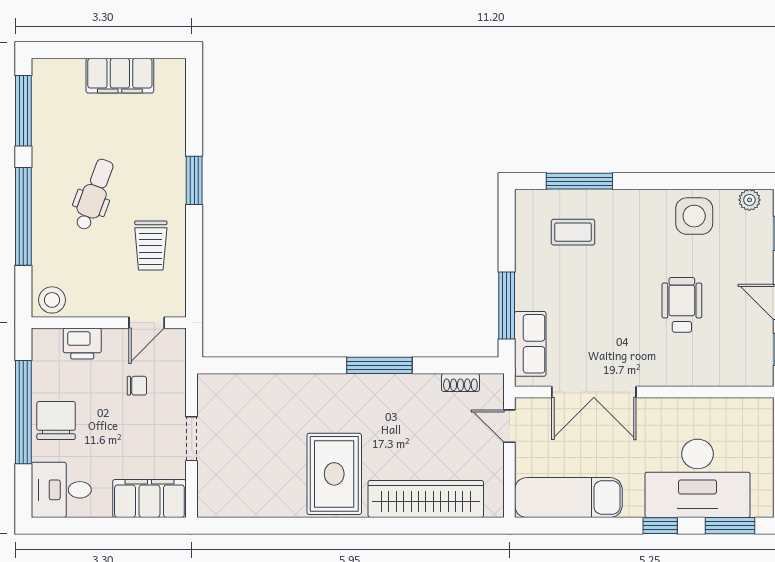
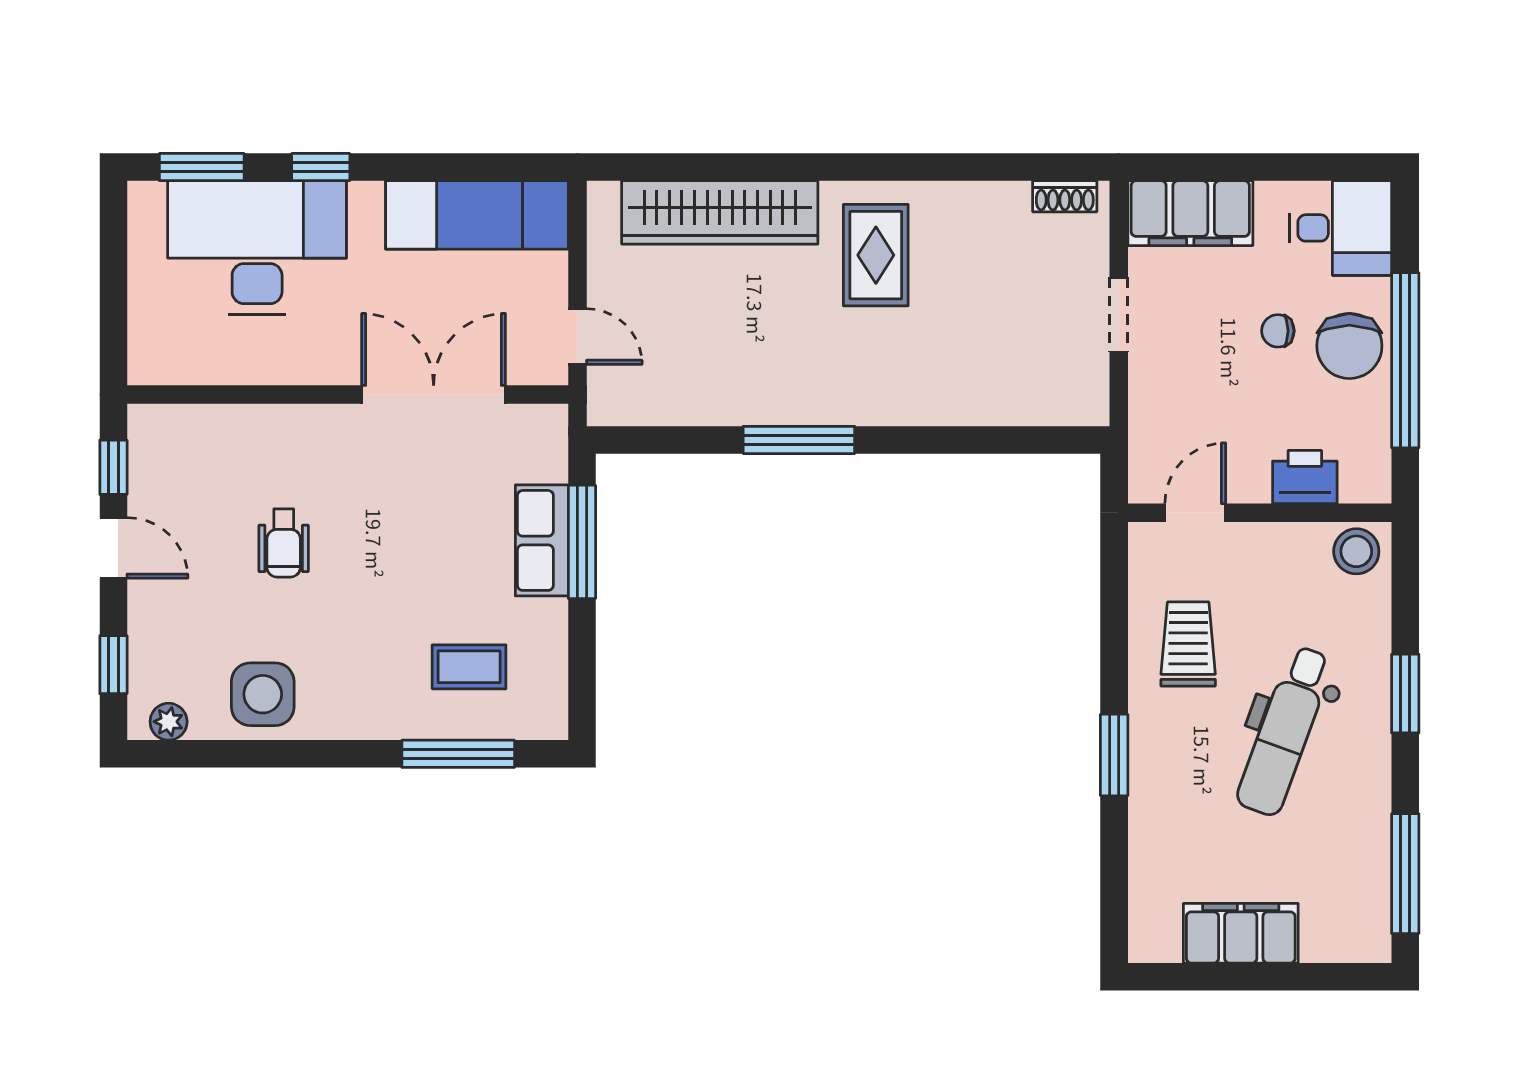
dental chair: (94, 194) -> (1285, 731), width x1.36, depth x1.38
window: (23, 216) -> (1405, 694), width x0.47
wheelchair: (682, 305) -> (284, 543), width x0.73, depth x0.73
row of seats: (530, 344) -> (542, 540), moved
shoe rack: (460, 382) -> (1065, 196), moved, turned 180
chair: (137, 386) -> (1278, 331), moved
rug: (334, 474) -> (876, 255), width x0.73, depth x0.70

